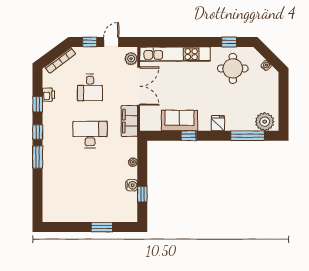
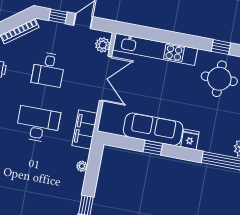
filing cabinet: (129, 121) -> (85, 129), moved
sofa: (179, 121) -> (153, 129), width x1.36
water cooler: (132, 185) -> (75, 193), removed

